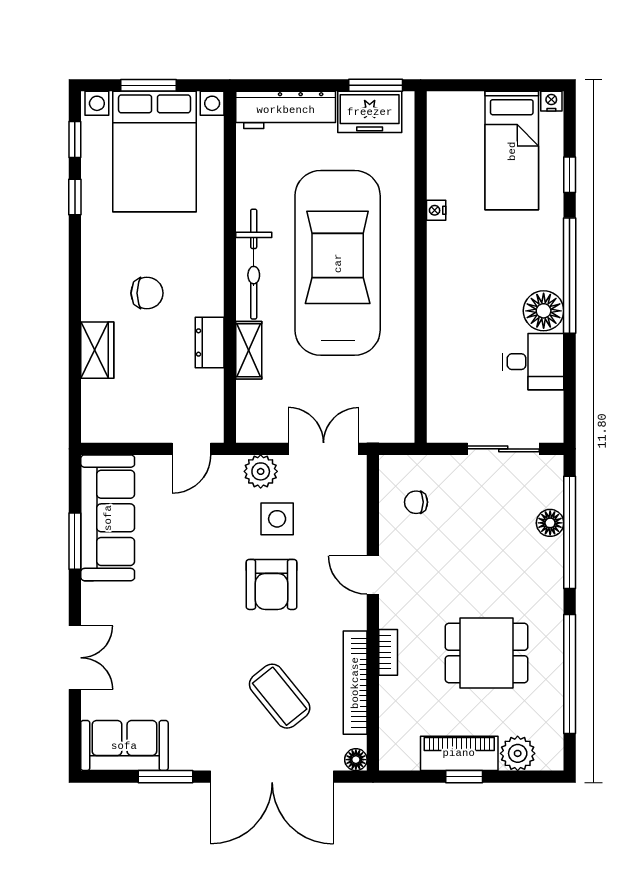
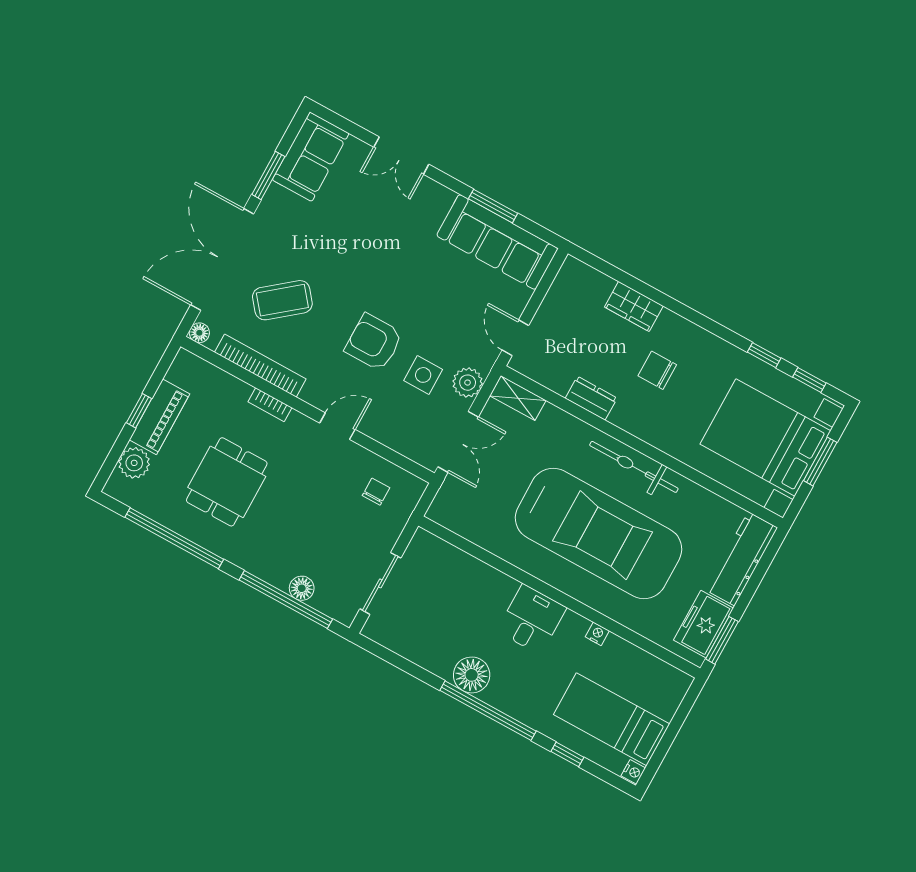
chair: (147, 293) -> (657, 370), turned 90
shelving: (249, 350) -> (518, 398), moved
desk: (533, 362) -> (532, 619), moved, turned 180

